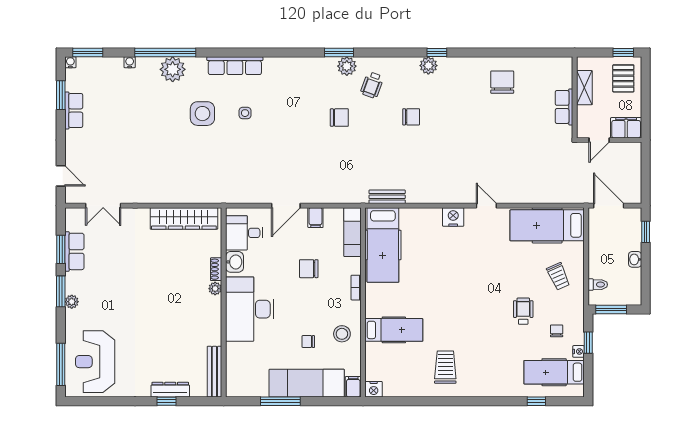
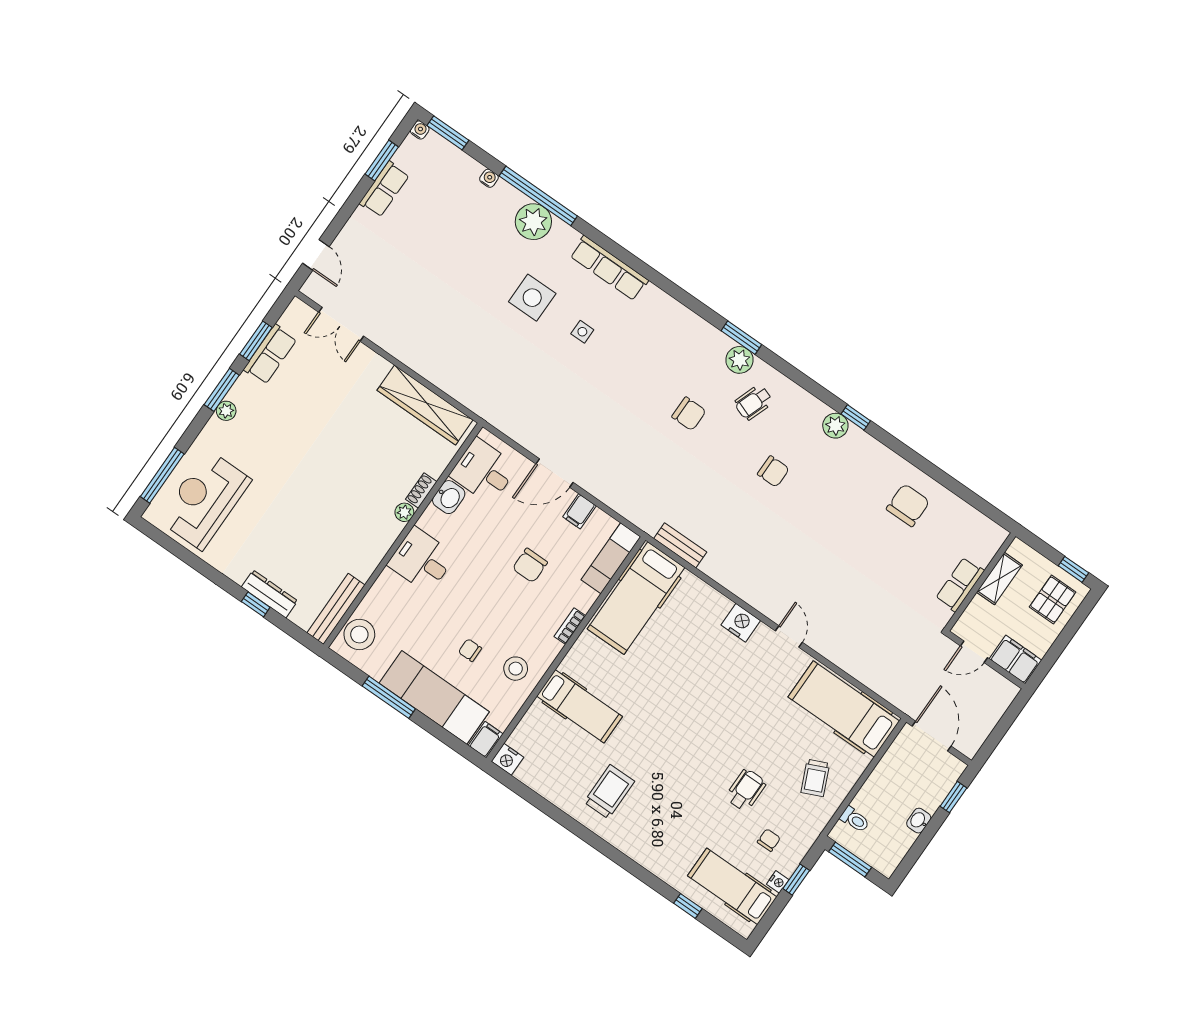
chair: (309, 269) -> (530, 565), turned -90
desk: (250, 309) -> (422, 560), width x0.53, depth x0.77
stool: (238, 377) -> (359, 634), added

